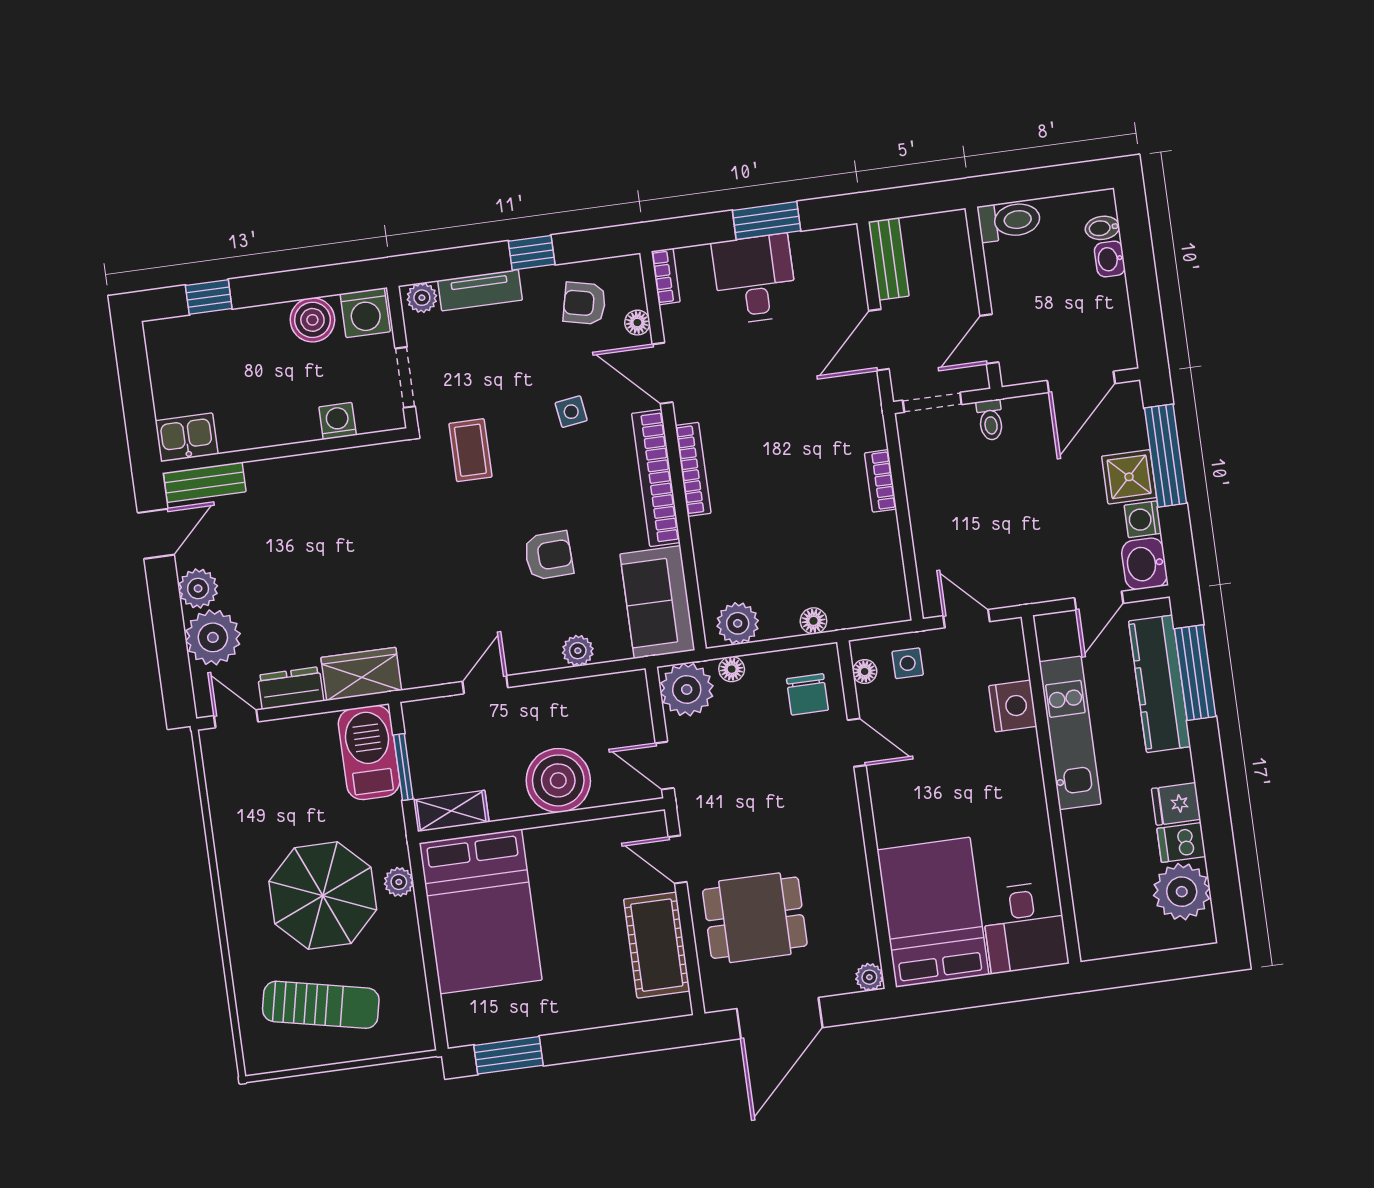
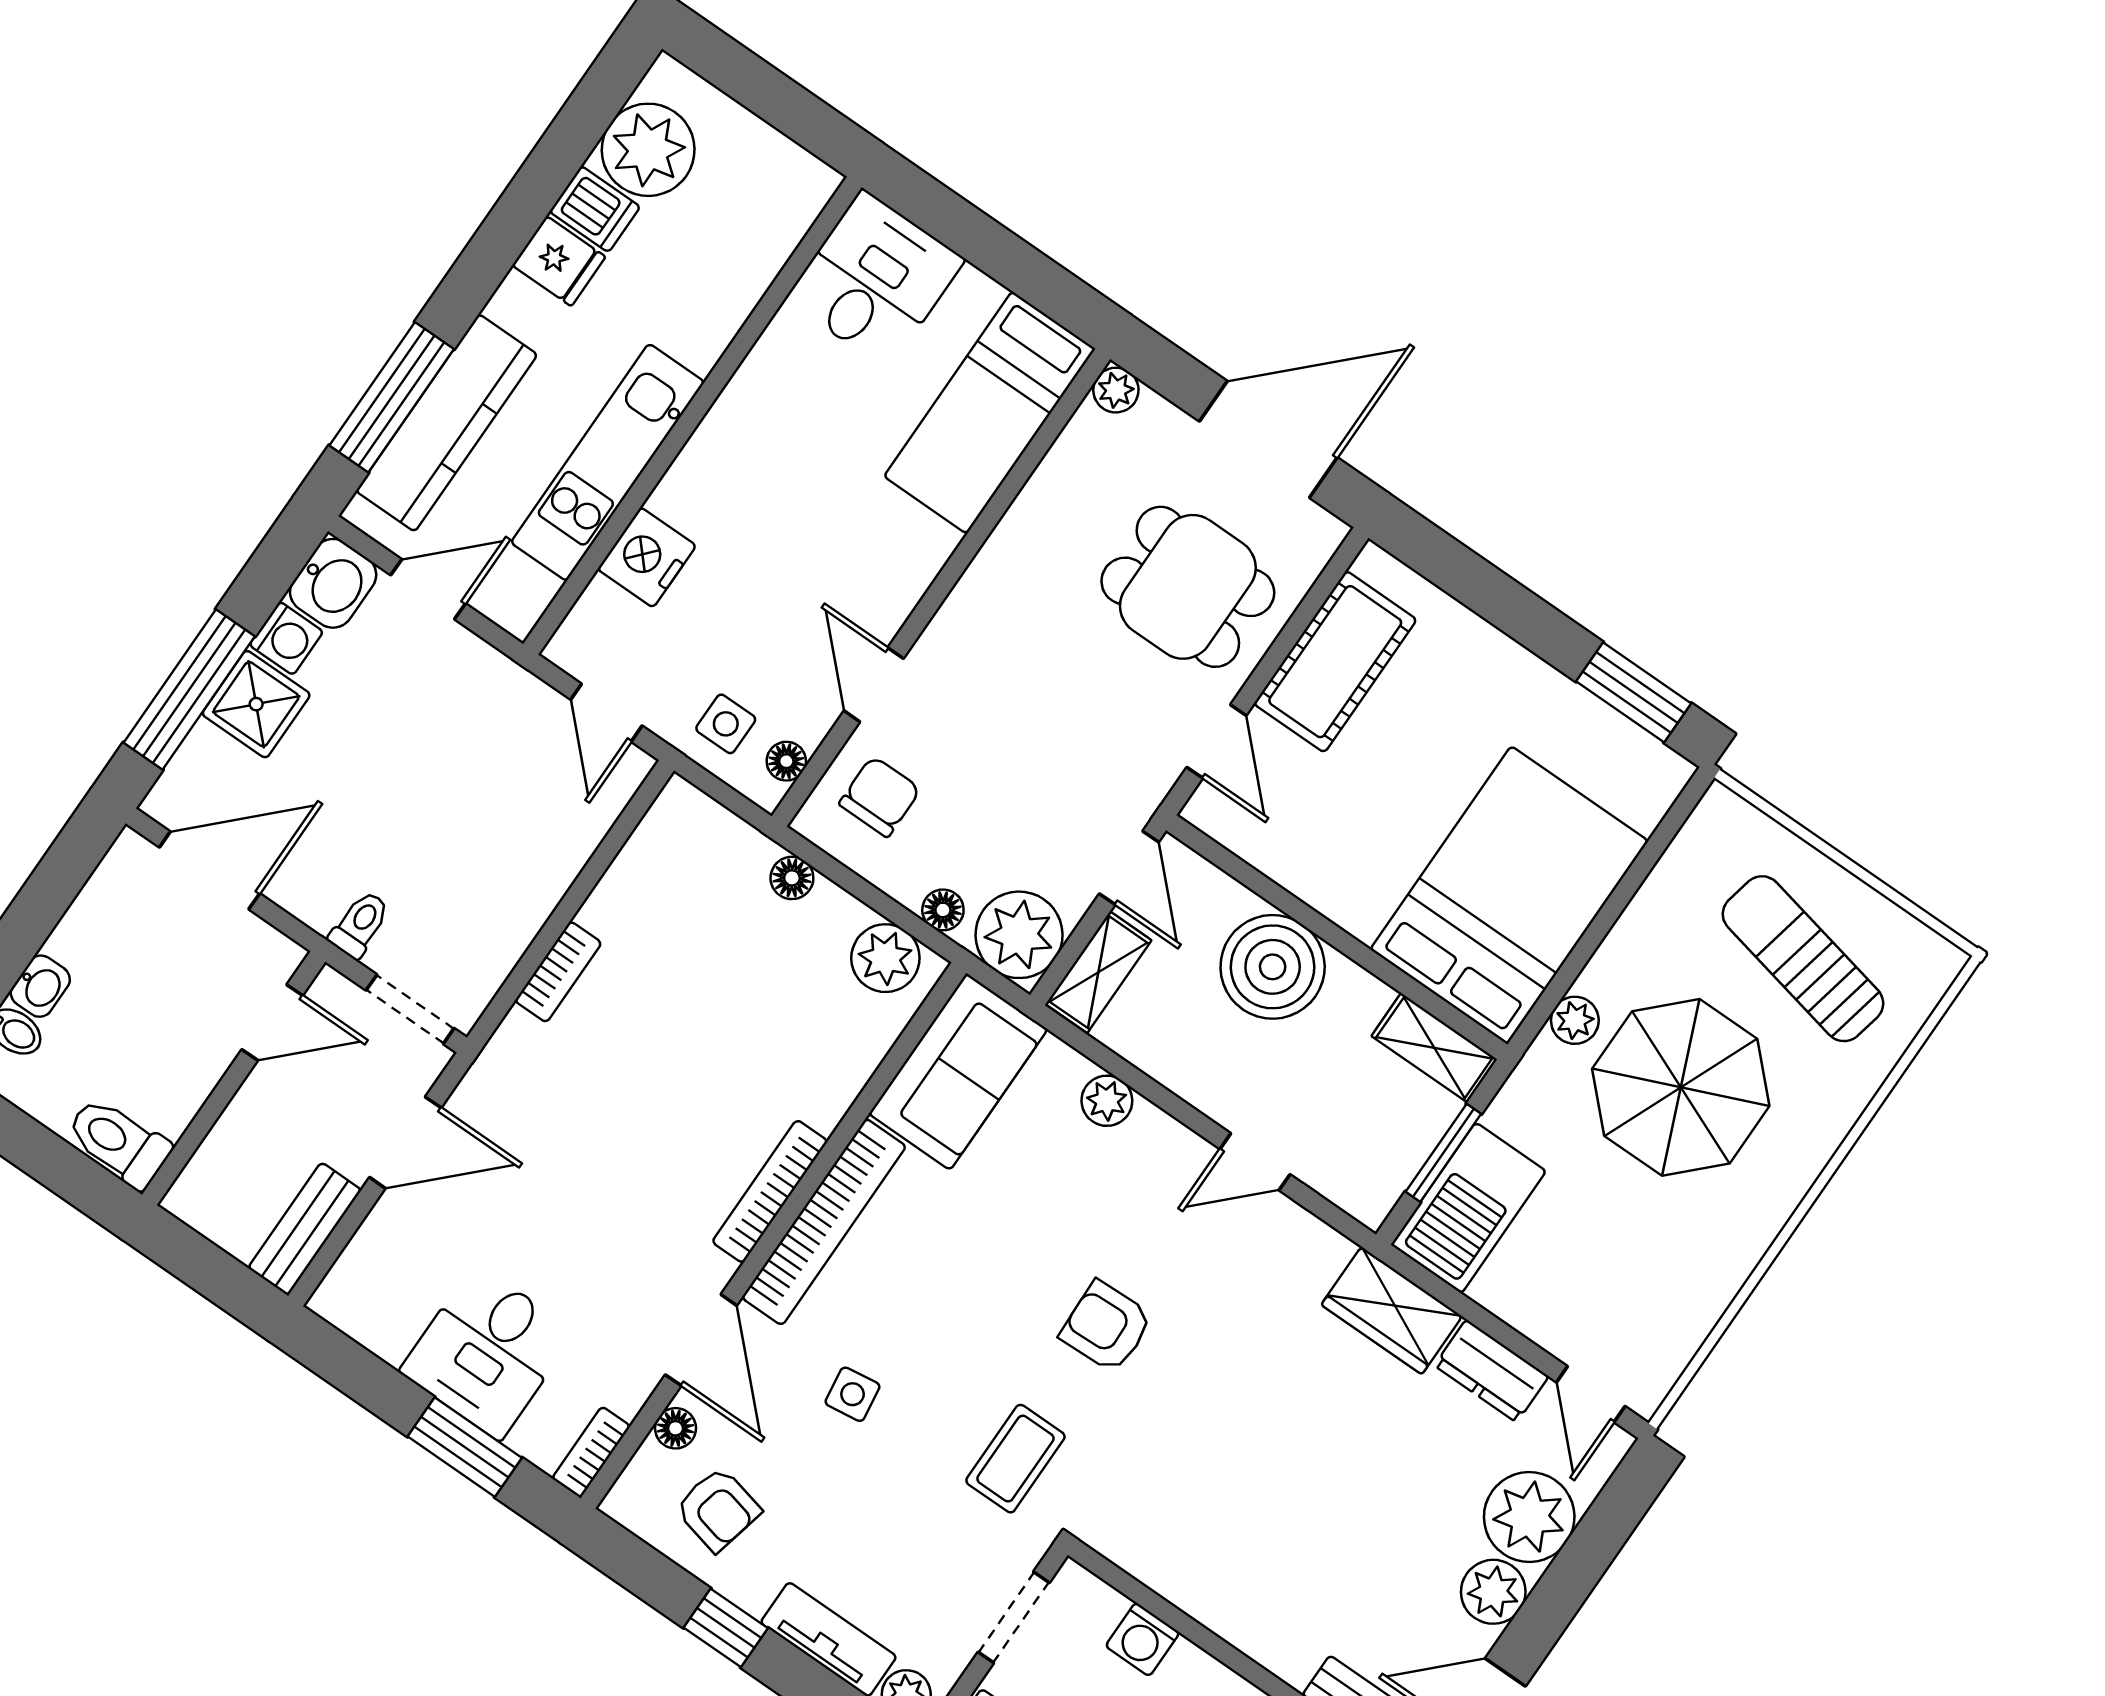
window: (767, 221) -> (465, 1447), moved
armchair: (549, 556) -> (1106, 1327), moved
shelving: (635, 706) -> (1098, 972), added
bed: (933, 912) -> (990, 413), width x0.67

